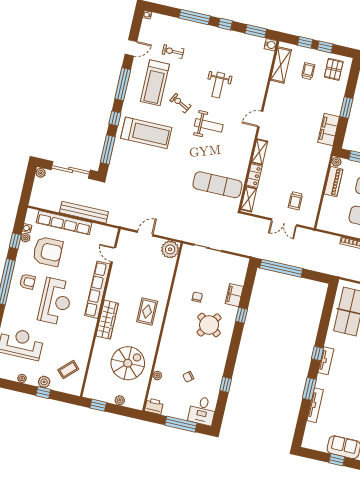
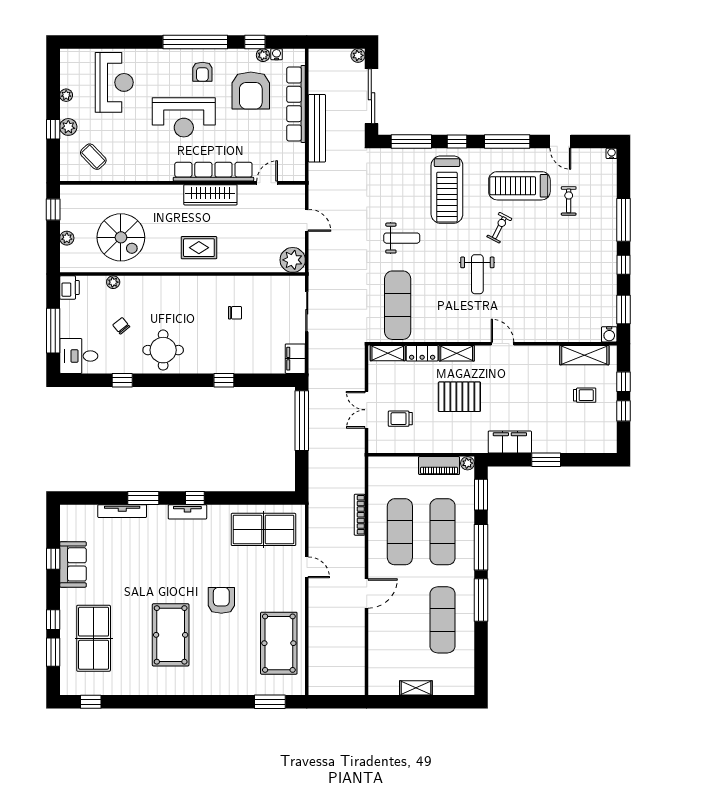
pallet: (334, 69) -> (459, 397), moved, width x1.50, depth x1.42
weight bench: (218, 85) -> (402, 238), moved, turned 180
filing cabinet: (234, 295) -> (295, 359), moved, turned -90
wardrobe: (107, 320) -> (210, 195), moved
round table: (209, 325) -> (163, 350), moved, turned -35

